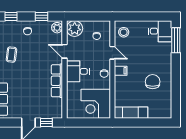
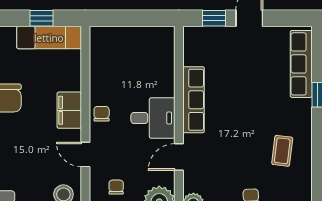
door: (64, 51) -> (179, 157), swing flipped
filing cabinet: (121, 71) -> (69, 110), width x2.00
corner desk: (96, 104) -> (118, 55), removed
window: (135, 123) -> (41, 18), added

